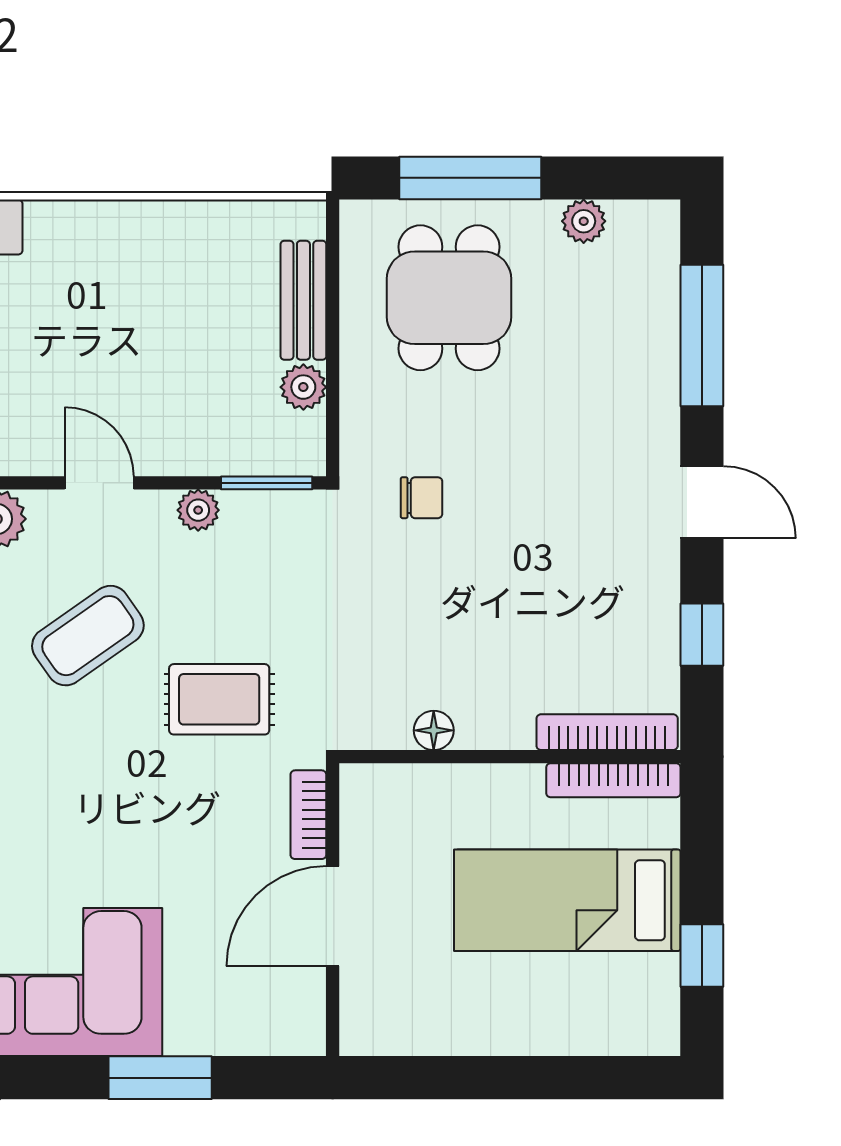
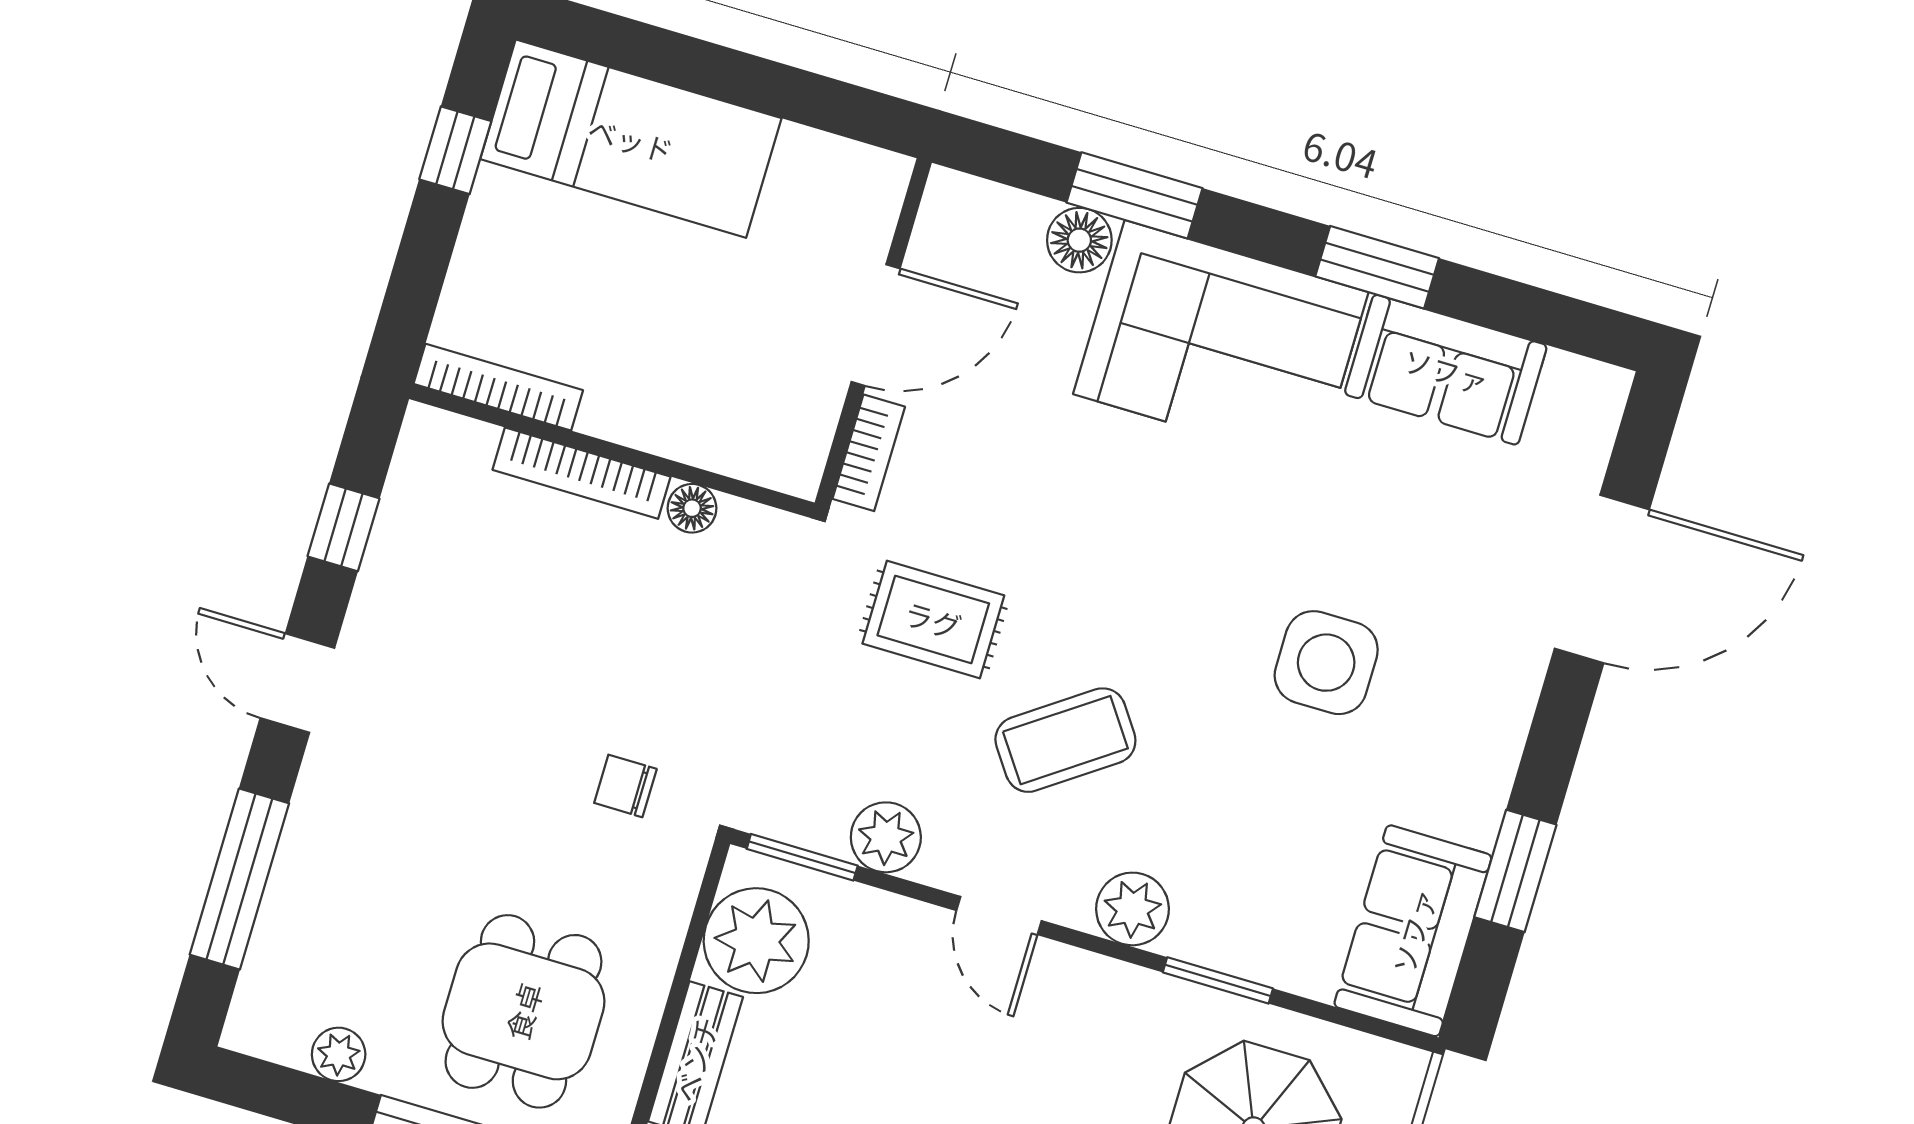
plant: (303, 387) -> (756, 941), width x1.87, depth x1.87
plant: (198, 510) -> (886, 837), width x1.38, depth x1.38
bookcase: (607, 732) -> (581, 473), moved
bed: (567, 900) -> (631, 139), moved
floor lamp: (193, 1030) -> (1079, 240), added

